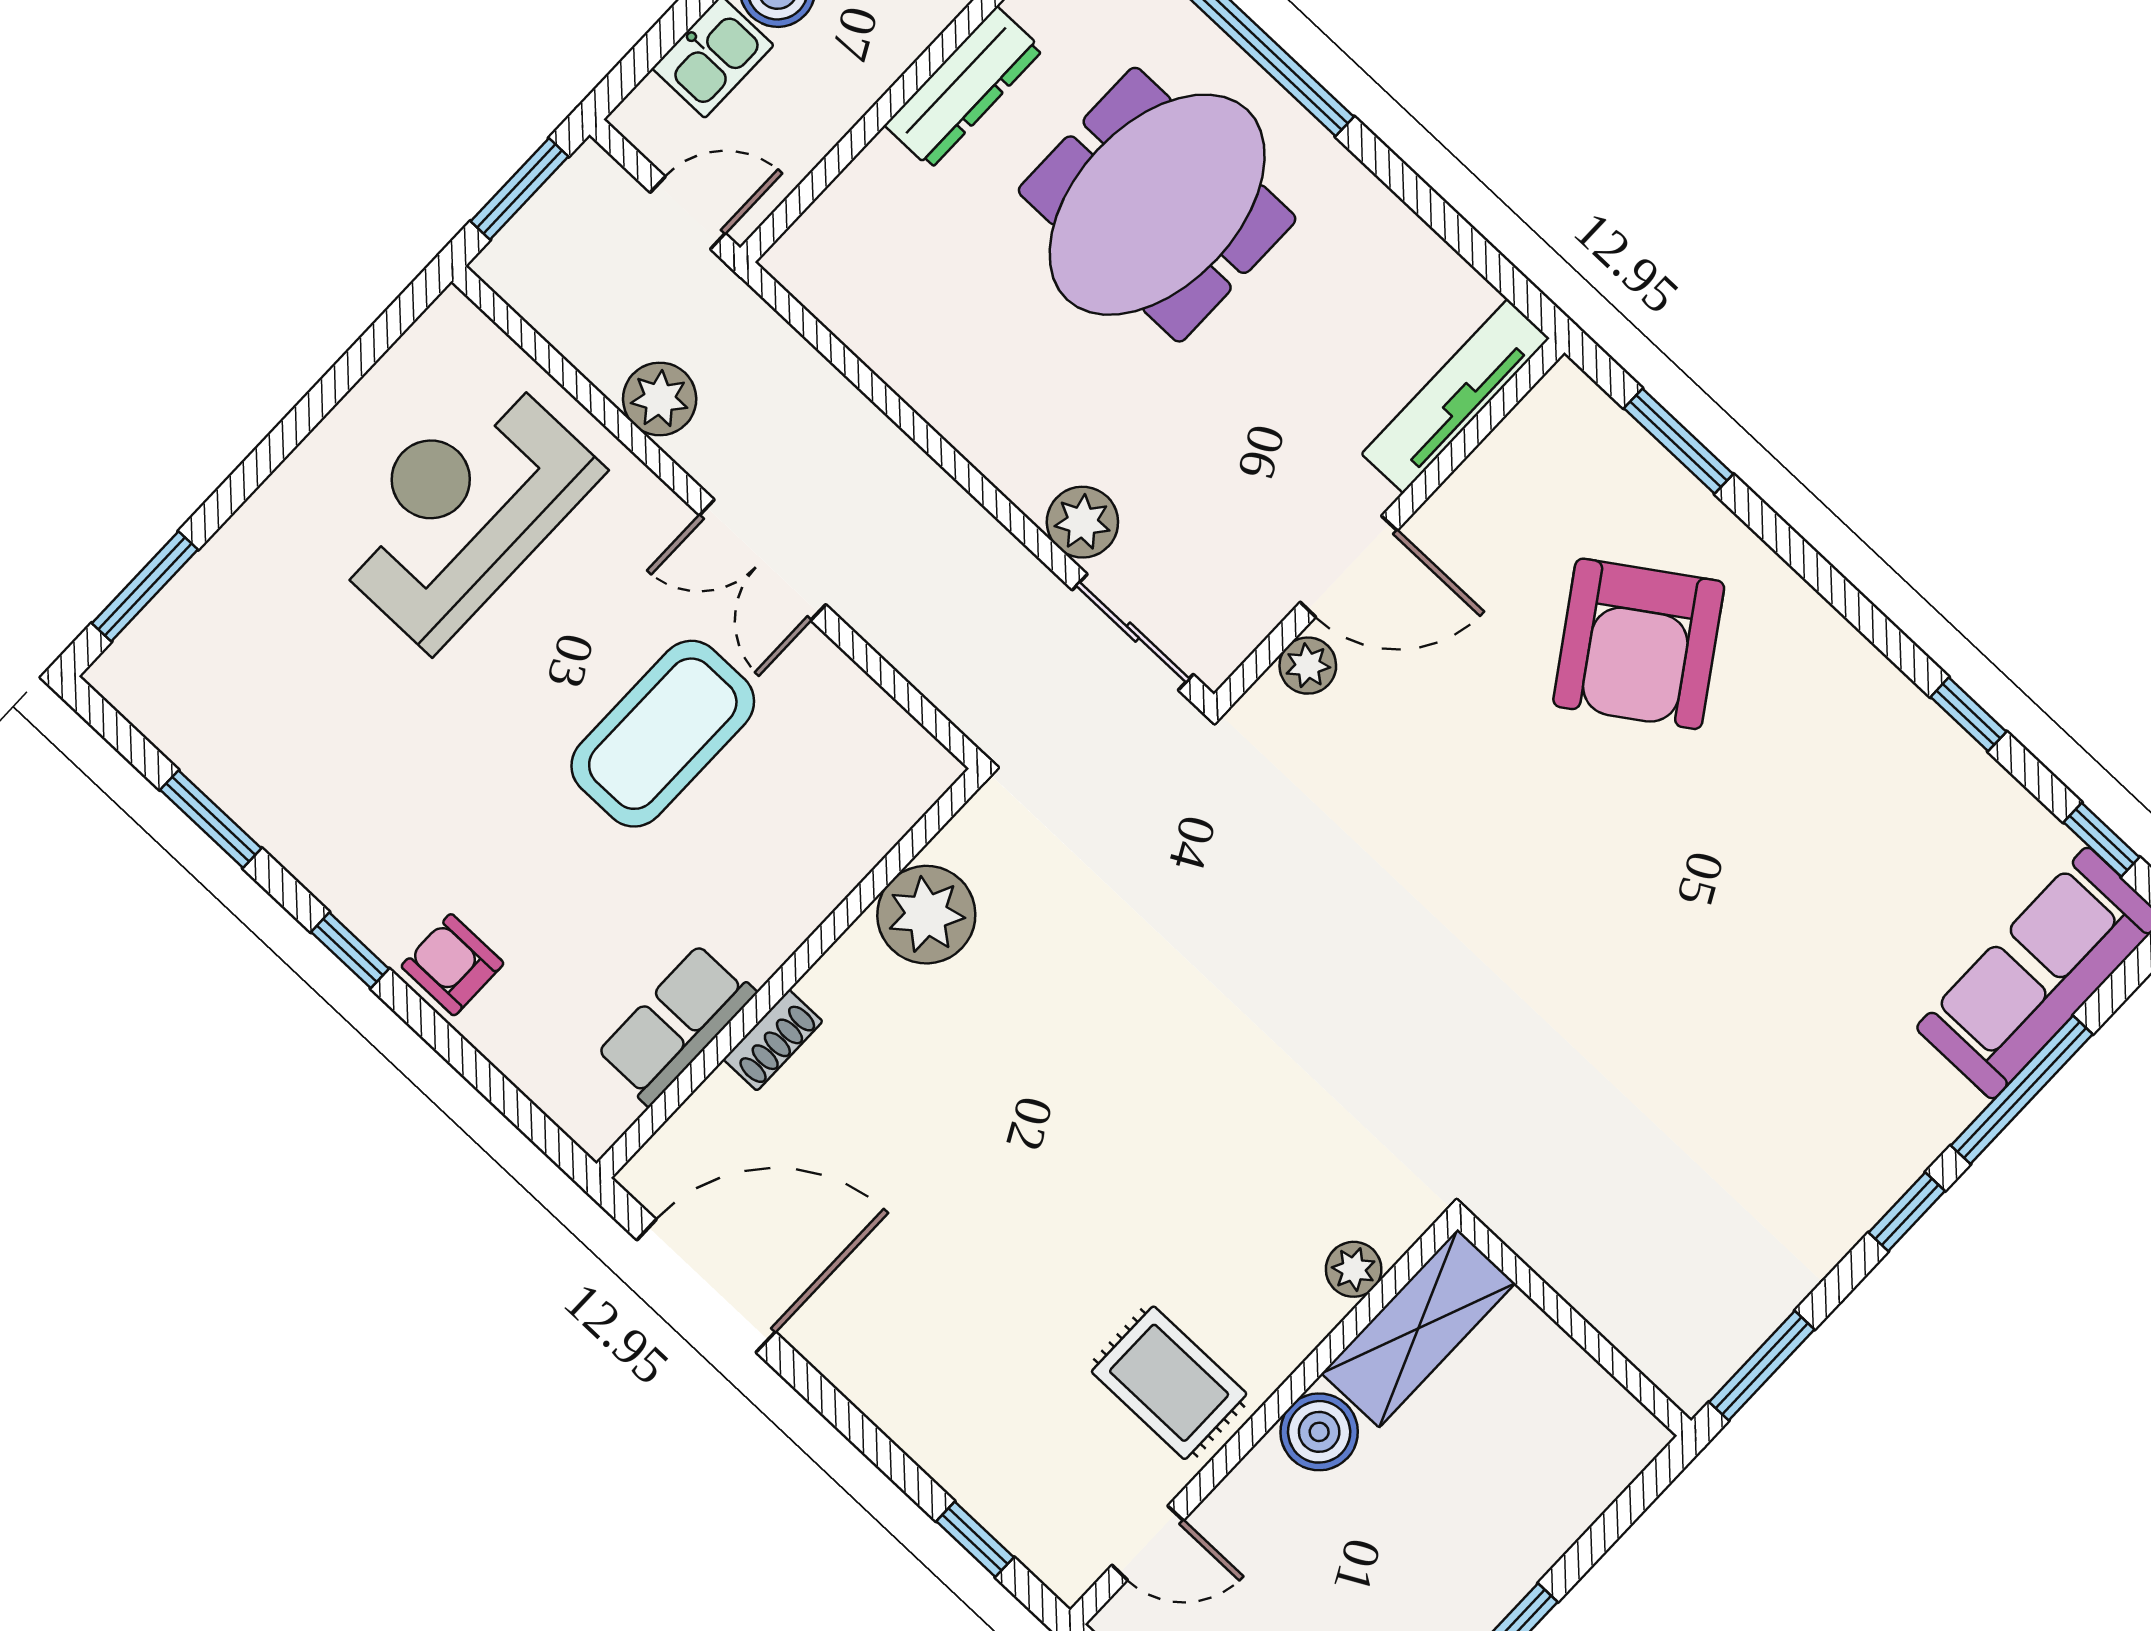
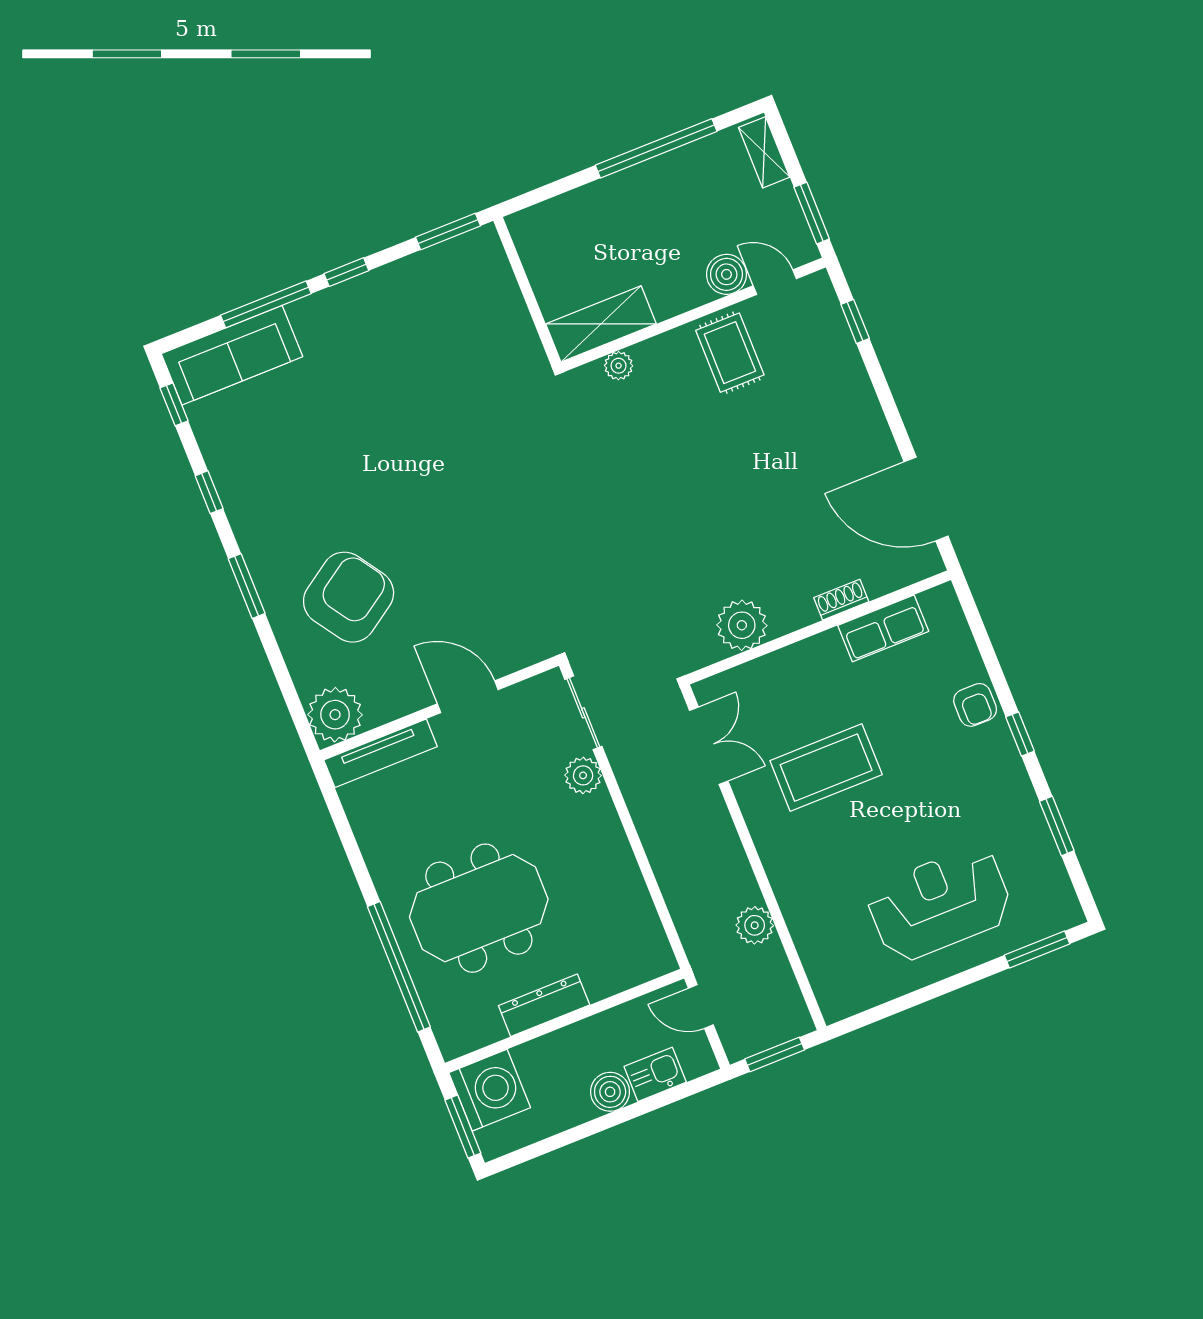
window: (1679, 441) -> (247, 586), moved
reception desk: (462, 508) -> (940, 904), moved, turned 180
double door: (763, 560) -> (709, 746), moved
plant: (1308, 666) -> (335, 715), moved, width x1.87, depth x1.87
boiler: (1319, 1432) -> (726, 274), moved

